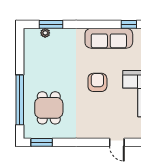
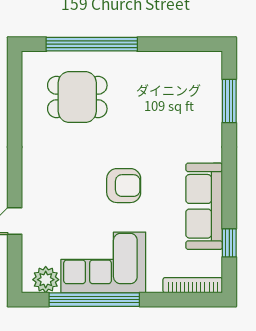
plant: (45, 33) -> (214, 91), removed
window: (42, 142) -> (15, 84), removed

